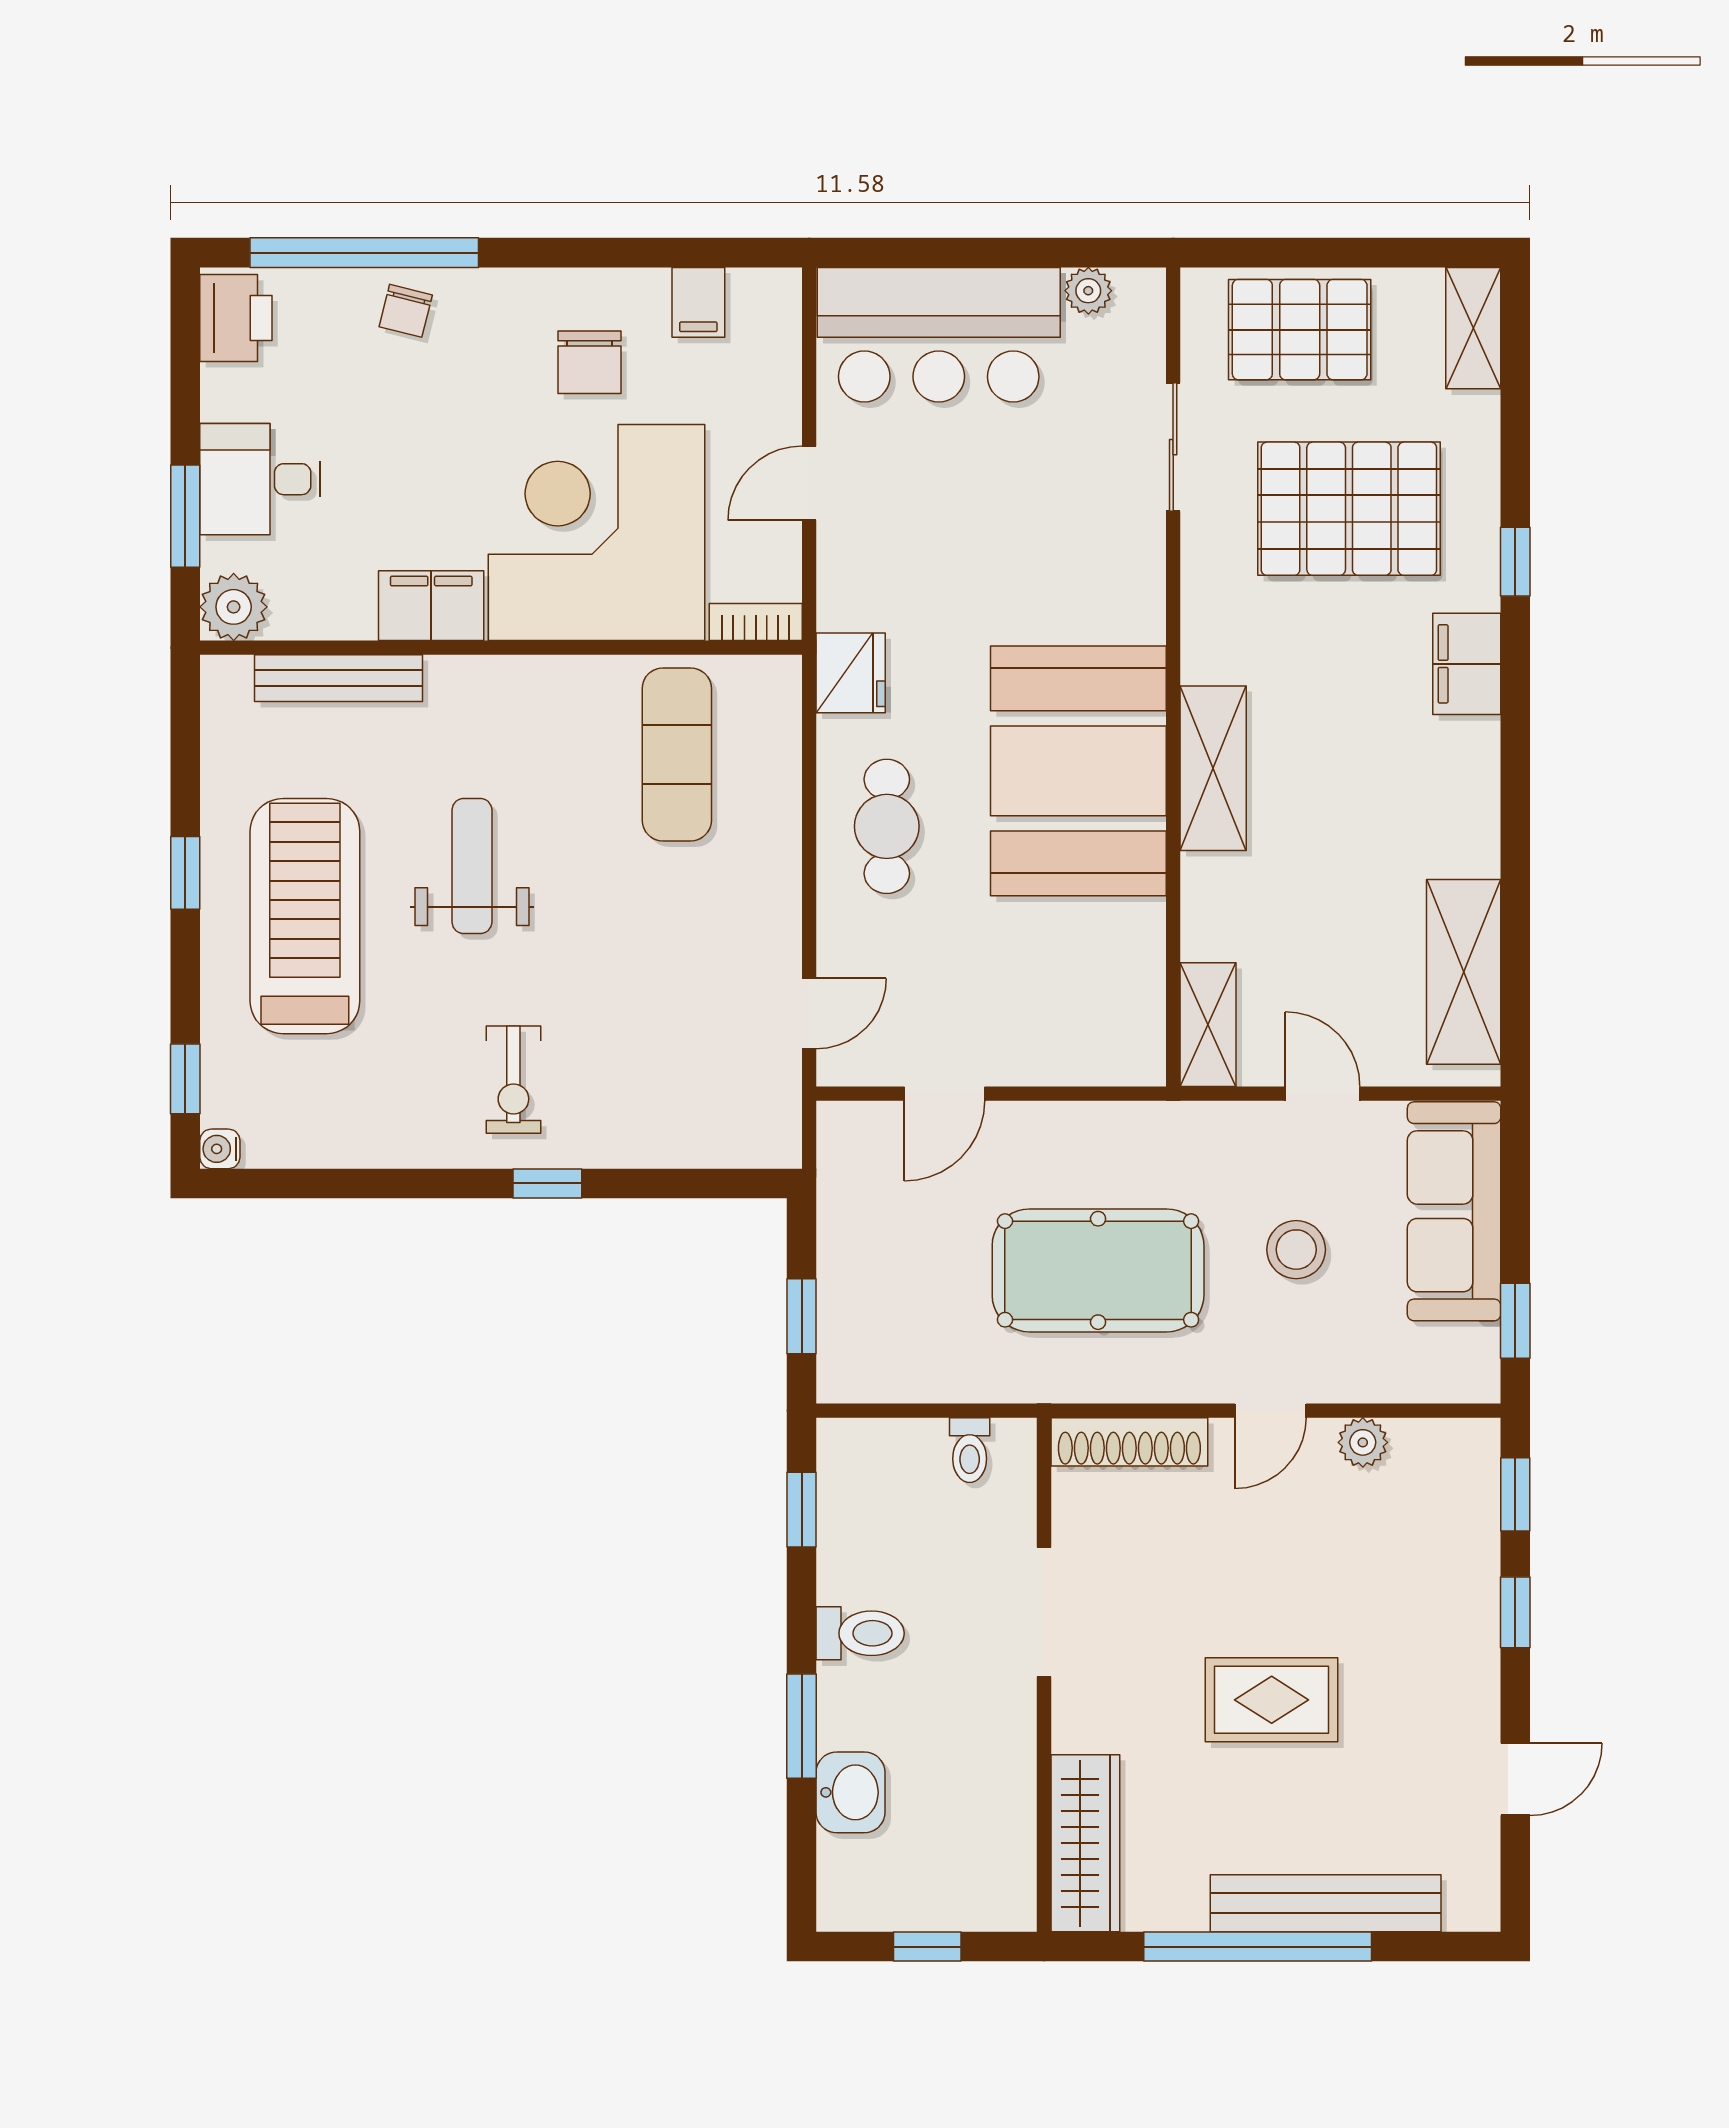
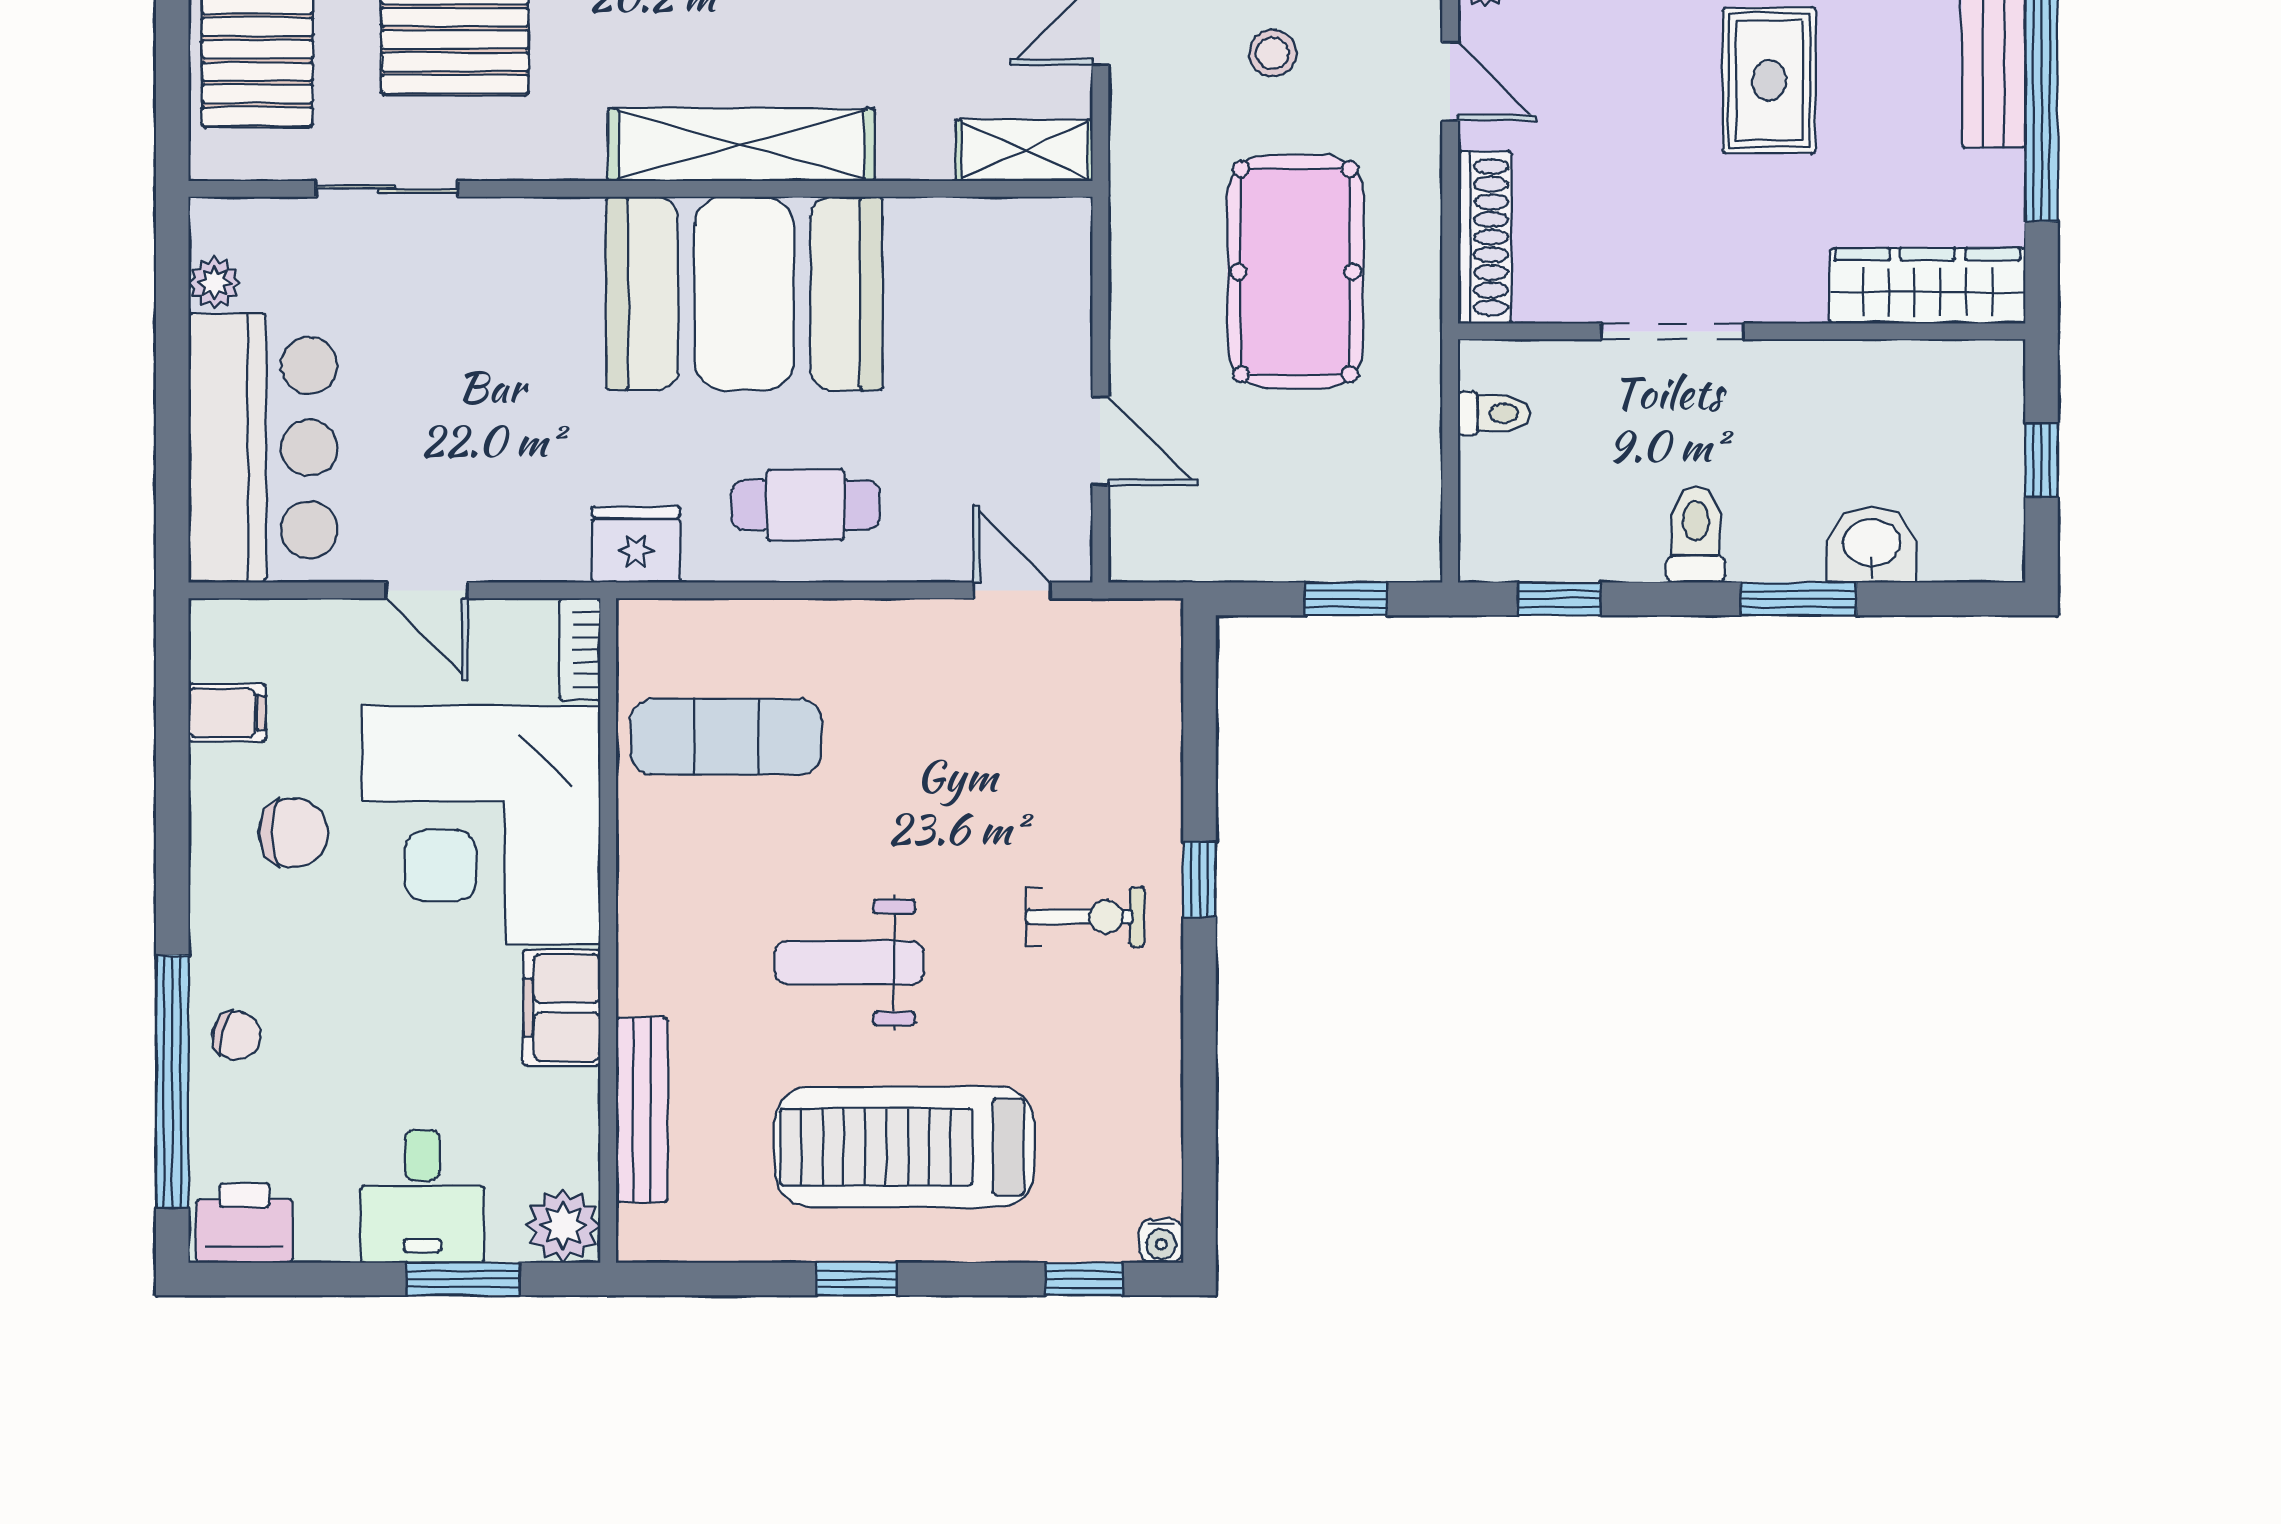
shelving: (1213, 768) -> (741, 145), width x1.47
stool: (1296, 1250) -> (1272, 53), width x0.73, depth x0.73

